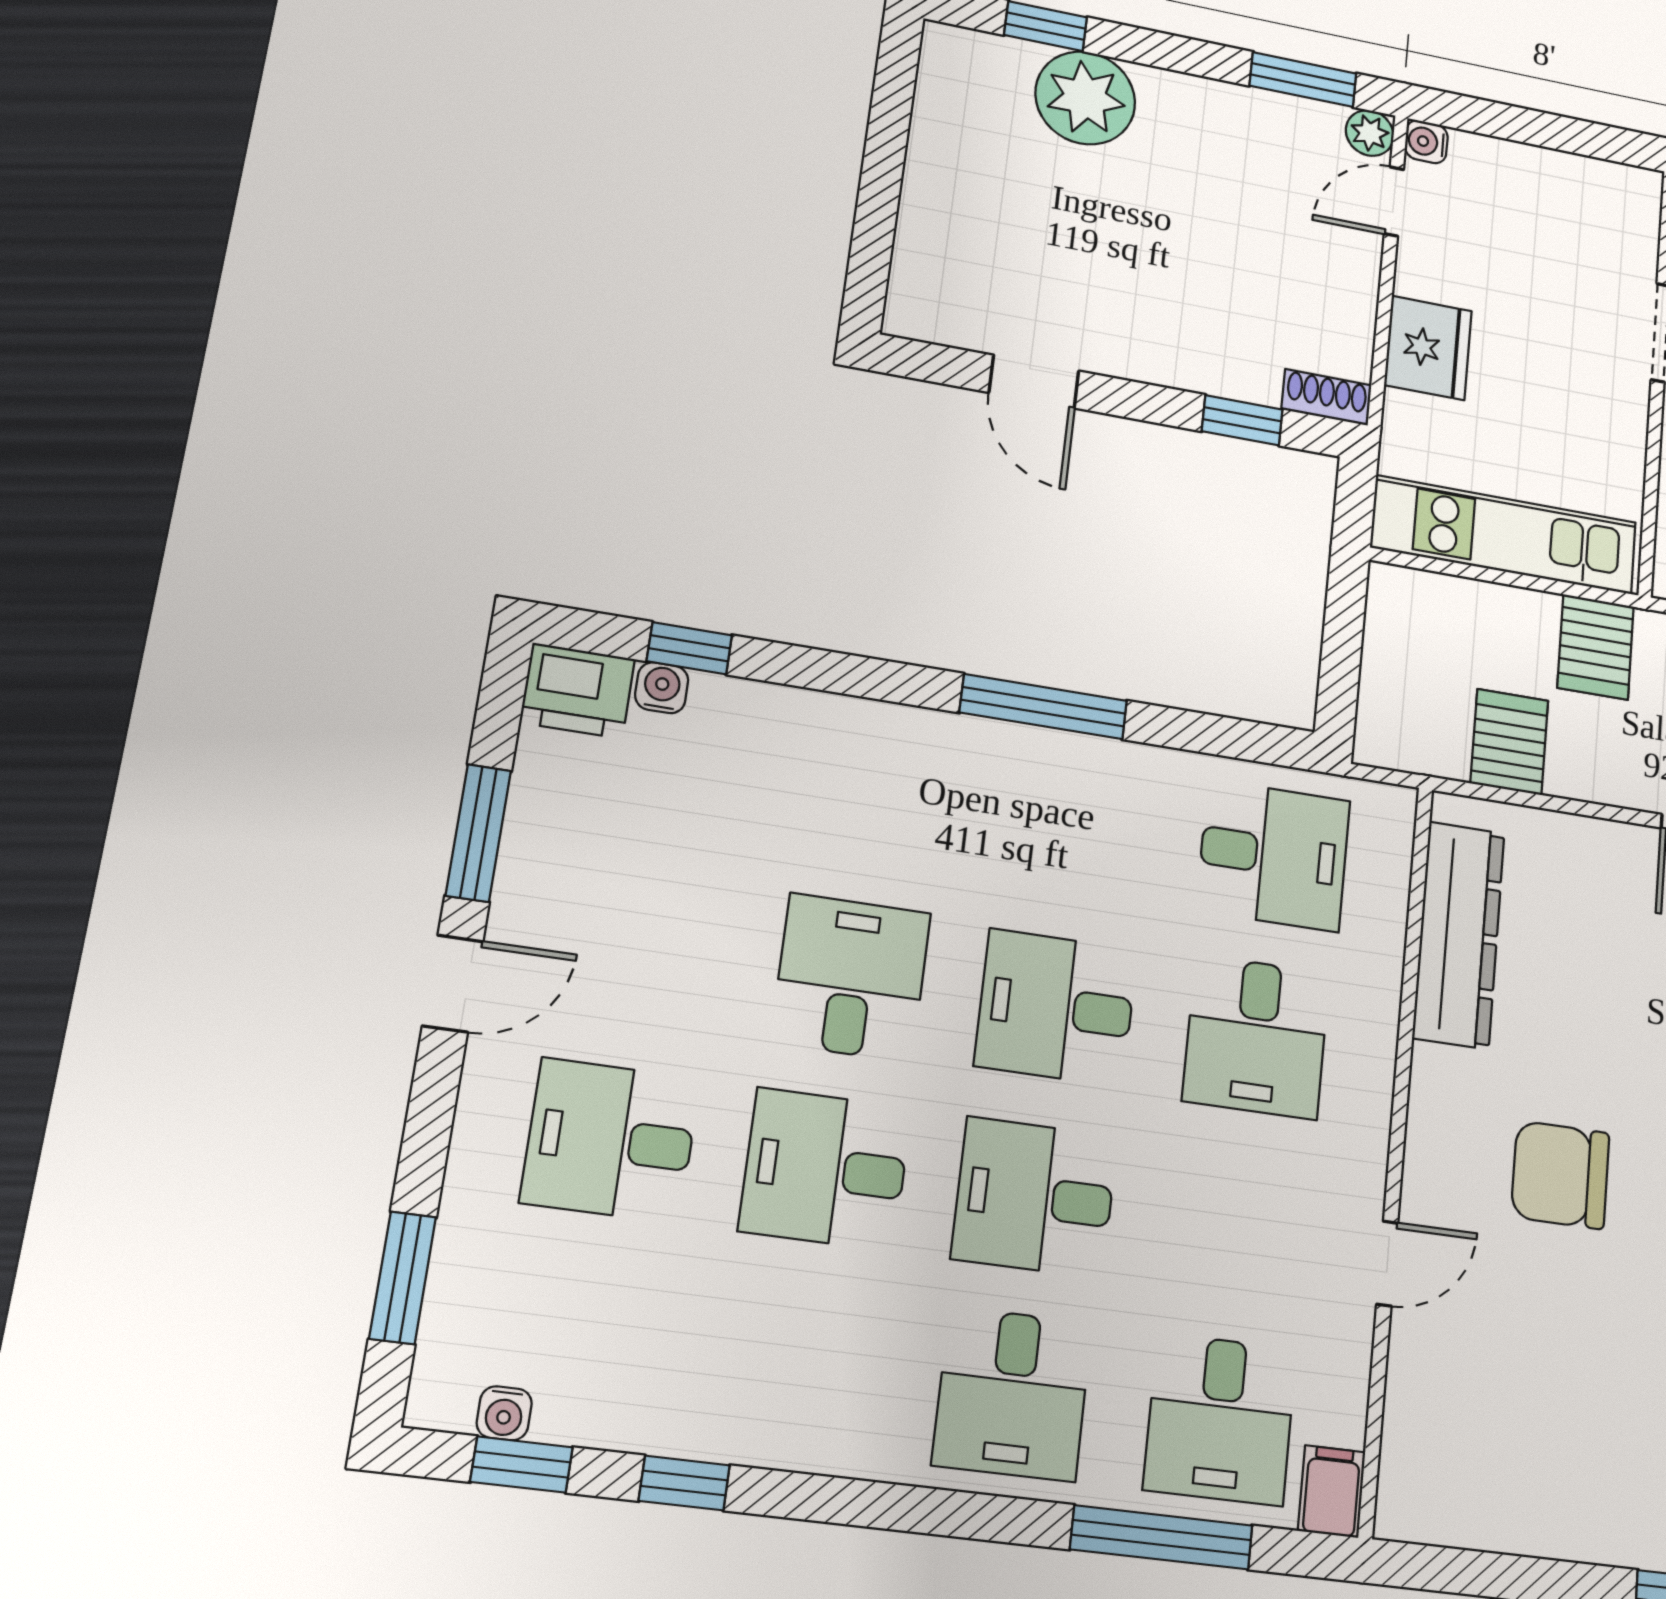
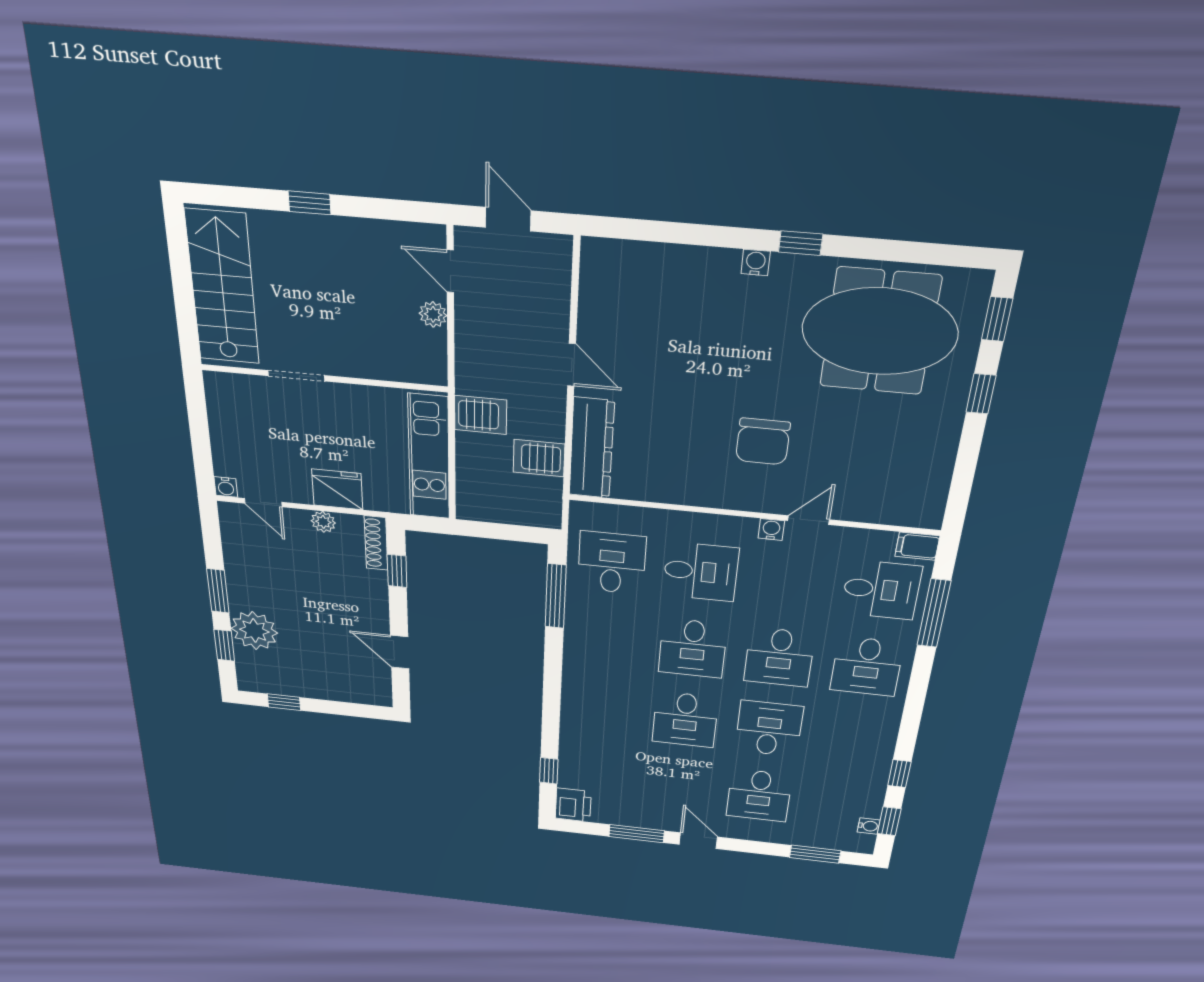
window: (1303, 80) -> (218, 591), moved
window: (892, 106) -> (284, 702), added
plant: (1370, 133) -> (323, 522), moved
door: (1034, 382) -> (400, 652), swing flipped
shoe rack: (1326, 397) -> (376, 543), width x1.43
water cooler: (662, 688) -> (771, 529), moved, turned 90
window: (1043, 707) -> (556, 596), moved
dresser: (1459, 935) -> (592, 448), moved, turned 90
desk: (851, 978) -> (685, 720), turned -90
desk: (825, 1169) -> (769, 729), turned 180
door: (1387, 1264) -> (809, 520), hinge flipped
desk: (1012, 1394) -> (867, 666), turned 90

